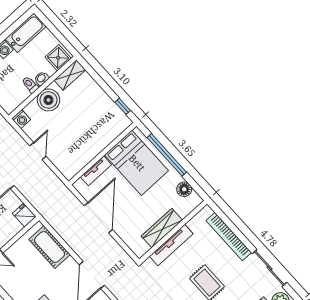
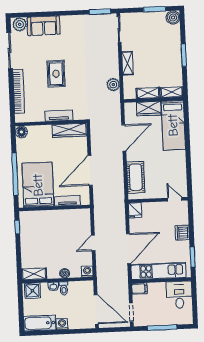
boiler: (48, 100) -> (65, 273), width x0.54, depth x0.54
floor lamp: (184, 189) -> (21, 132), moved
wardrobe: (162, 228) -> (69, 130), moved
tv unit: (171, 245) -> (59, 116), width x0.71

